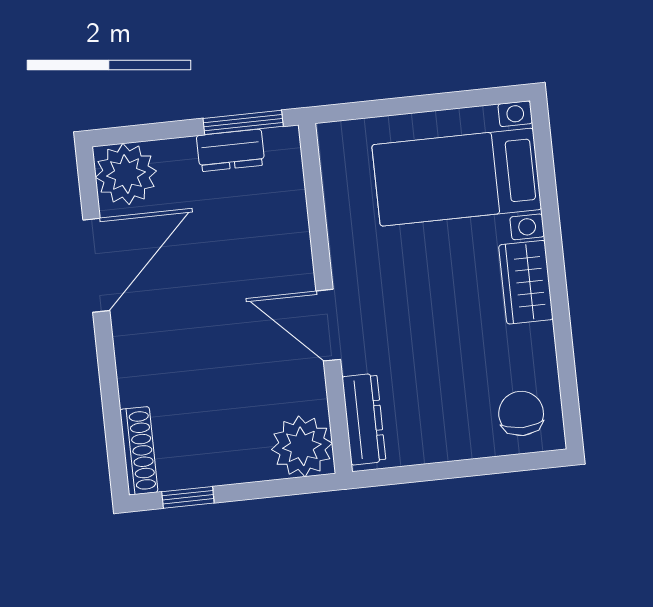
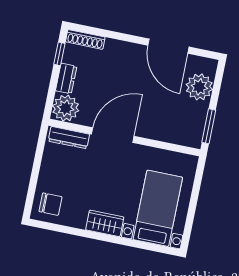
dresser: (231, 150) -> (66, 79), moved, turned 180
plant: (126, 174) -> (199, 87), moved
door: (328, 325) -> (113, 135), width x1.36

